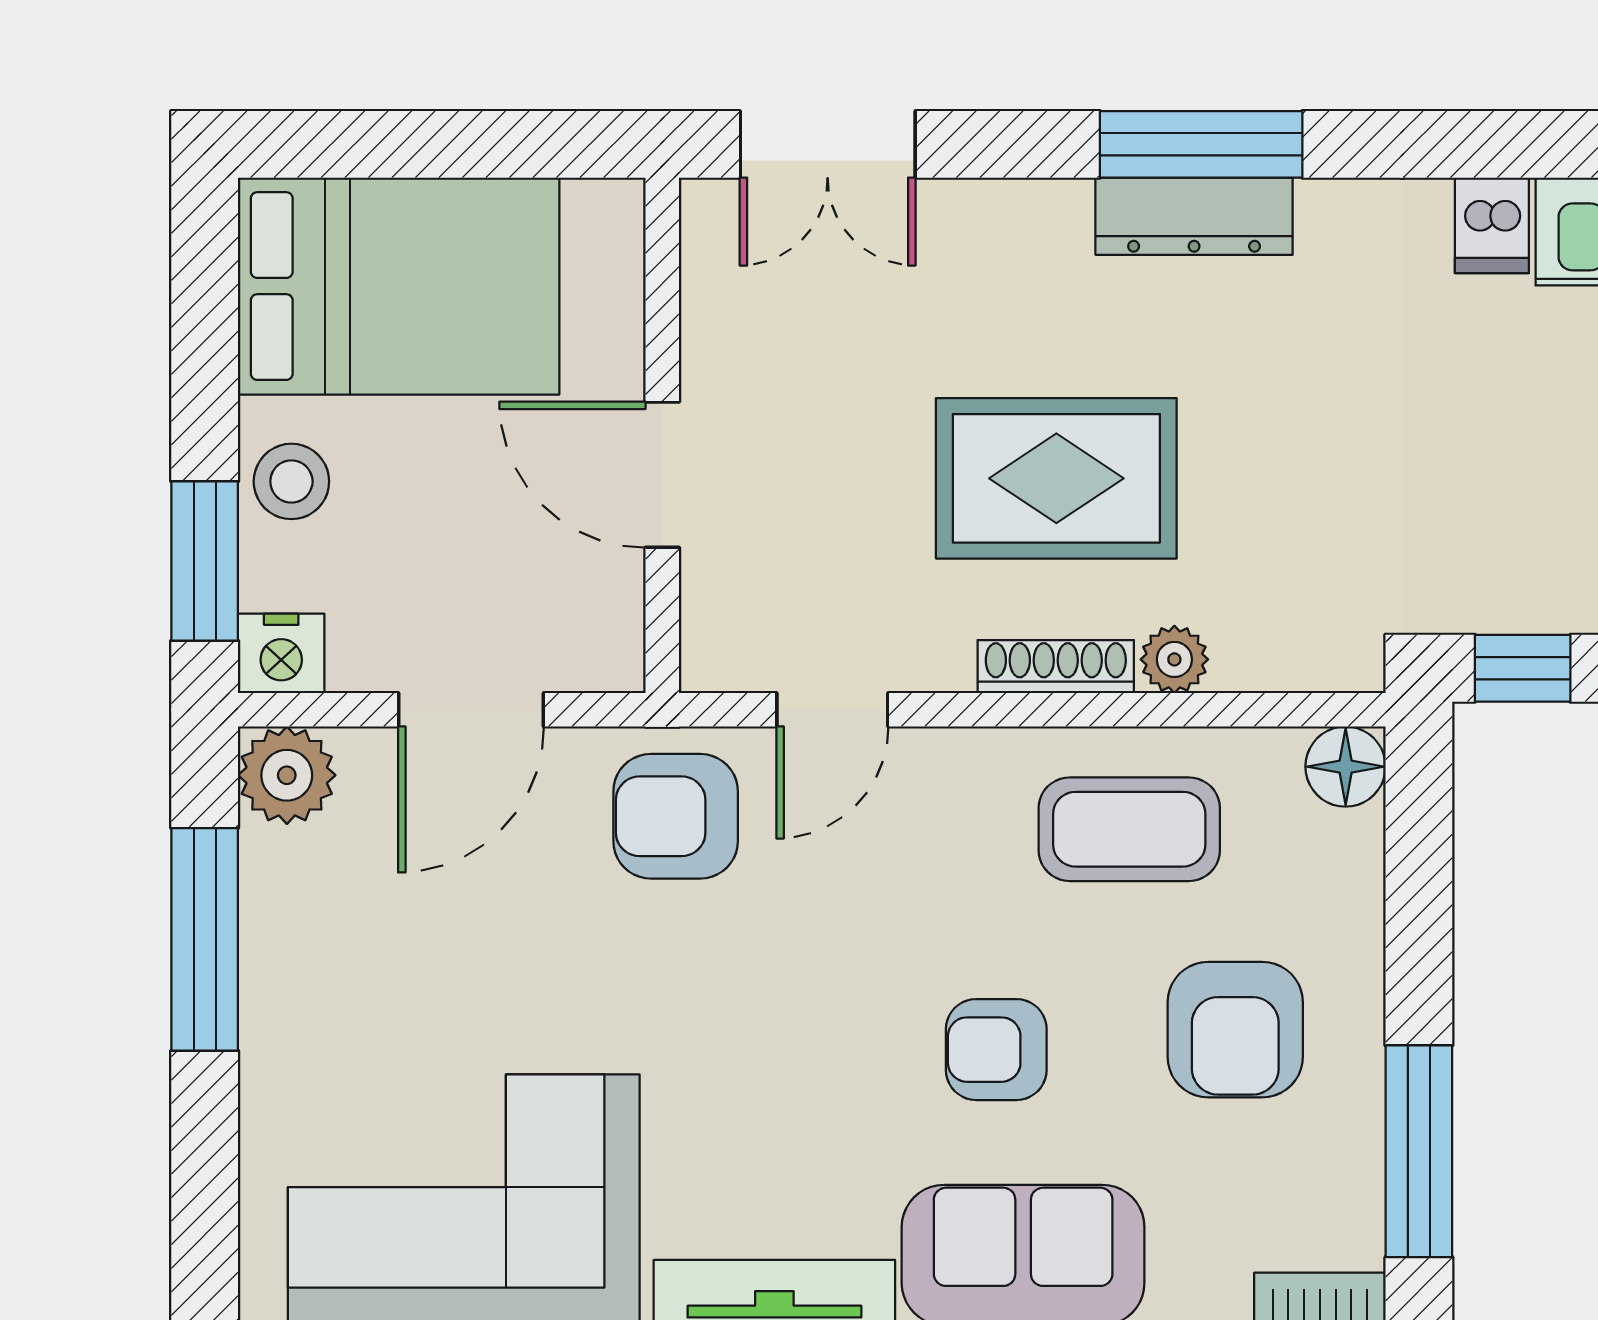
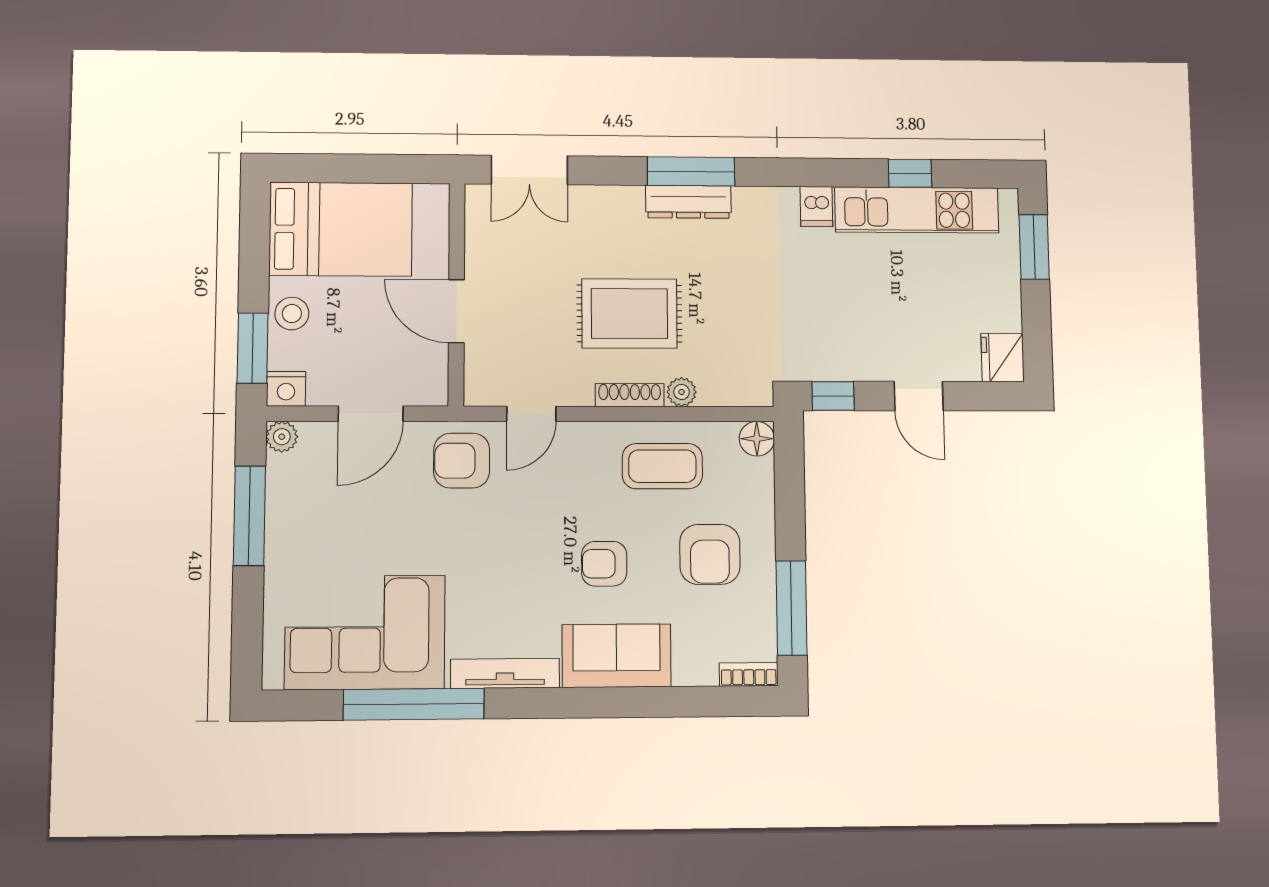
plant: (287, 775) -> (282, 437), width x0.73, depth x0.73

